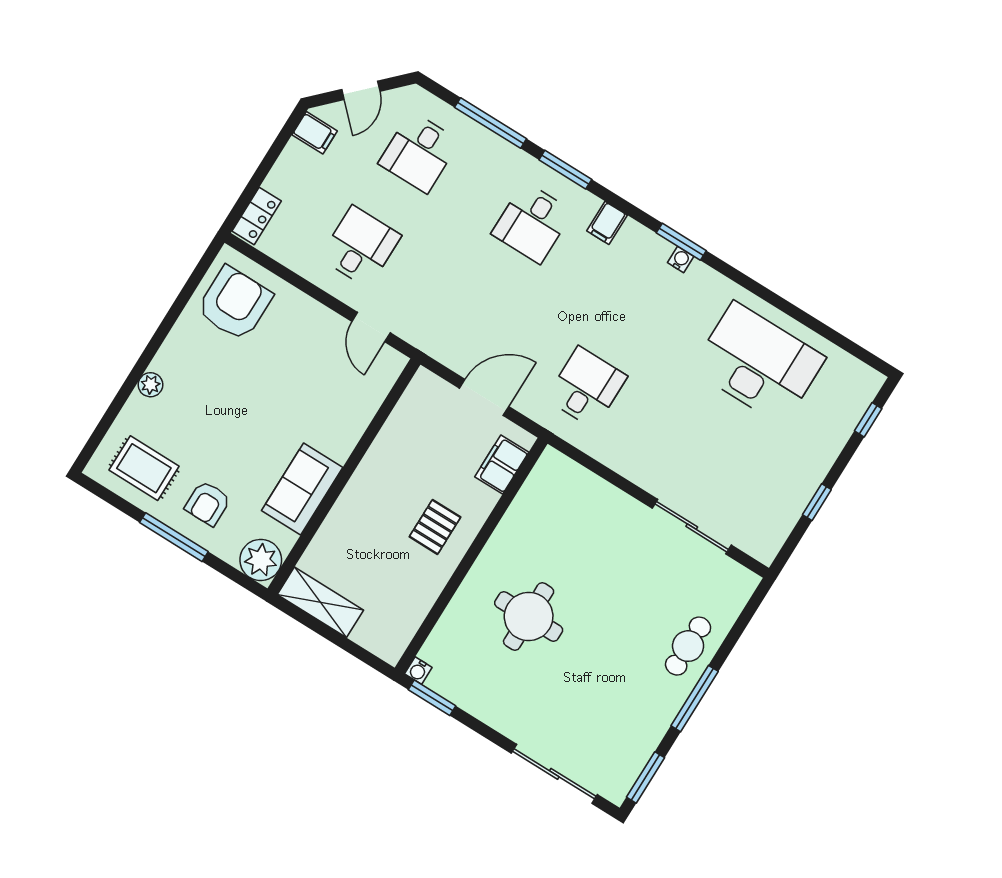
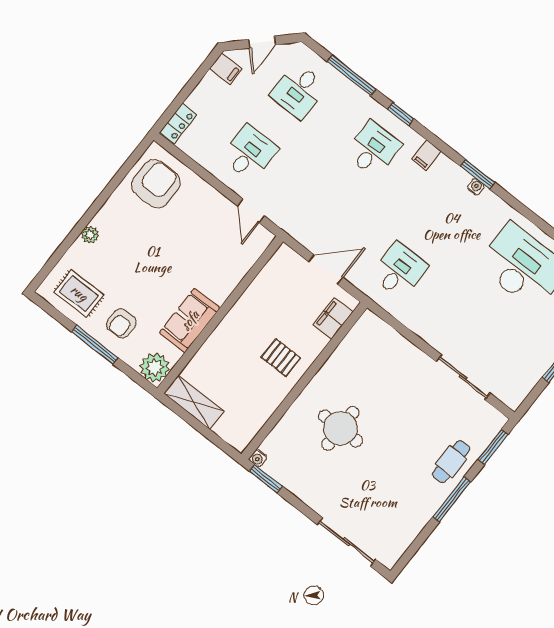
window: (565, 170) -> (401, 114), width x0.67
desk: (532, 223) -> (373, 149), turned 180
pallet: (435, 527) -> (281, 358), turned 90
window: (646, 777) -> (493, 447), moved

